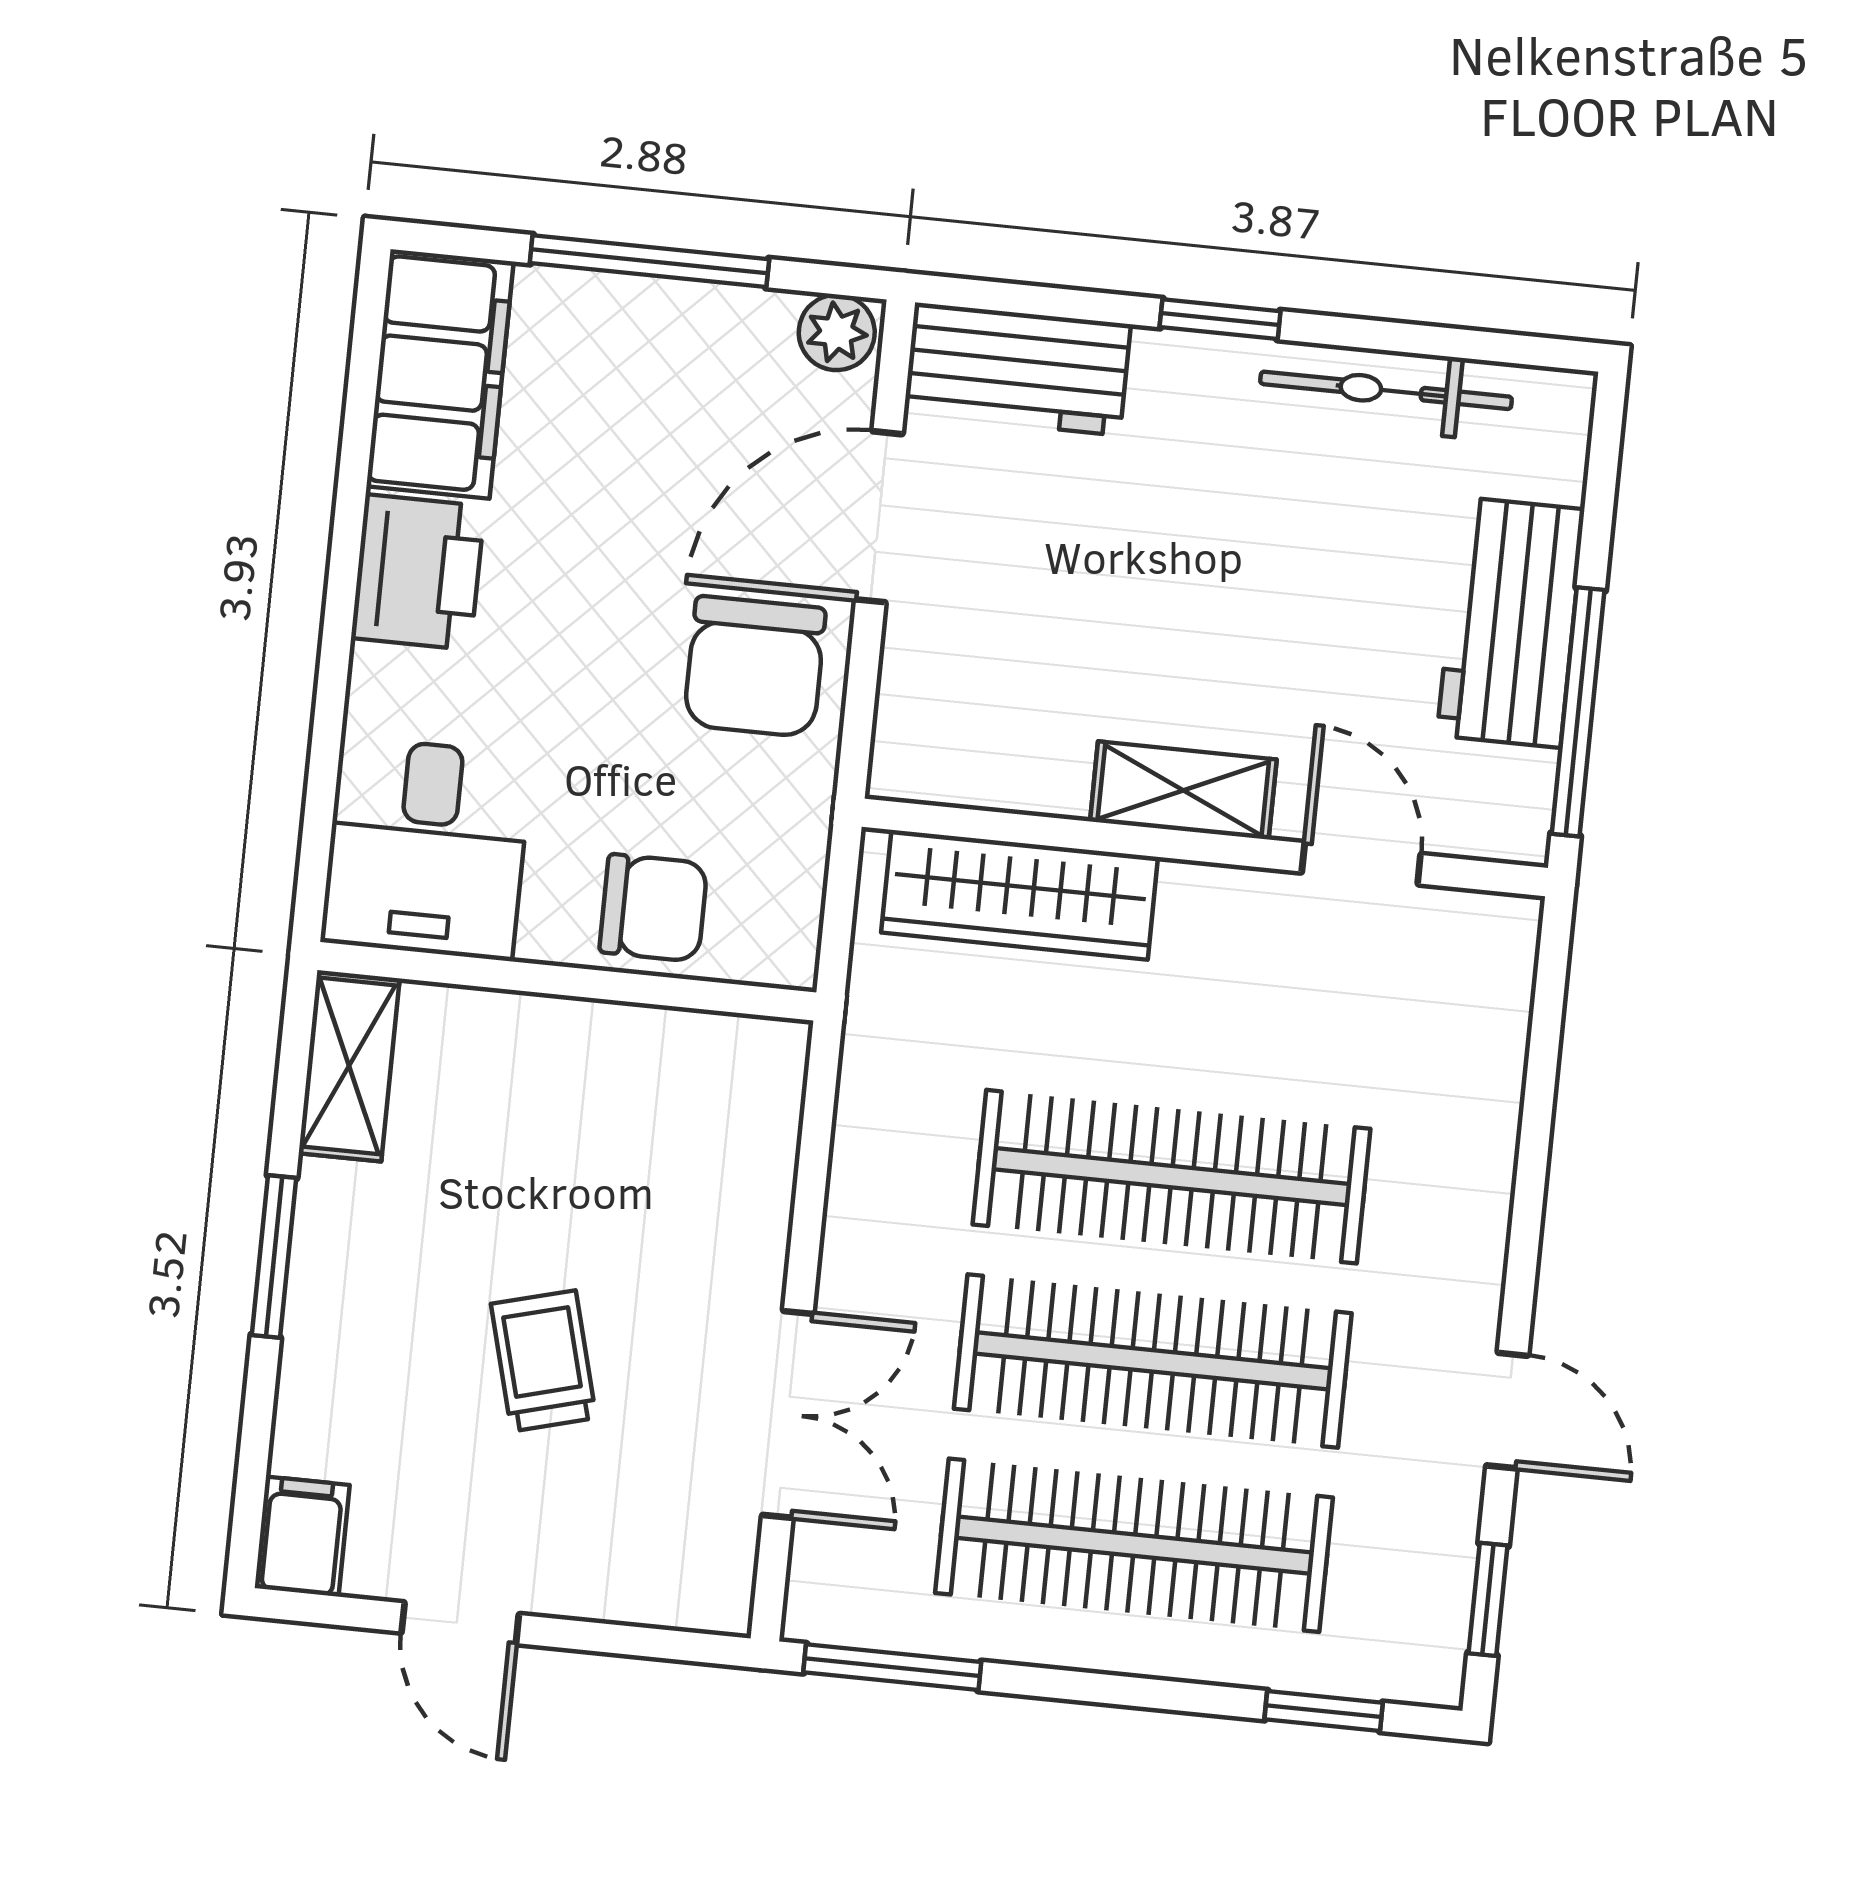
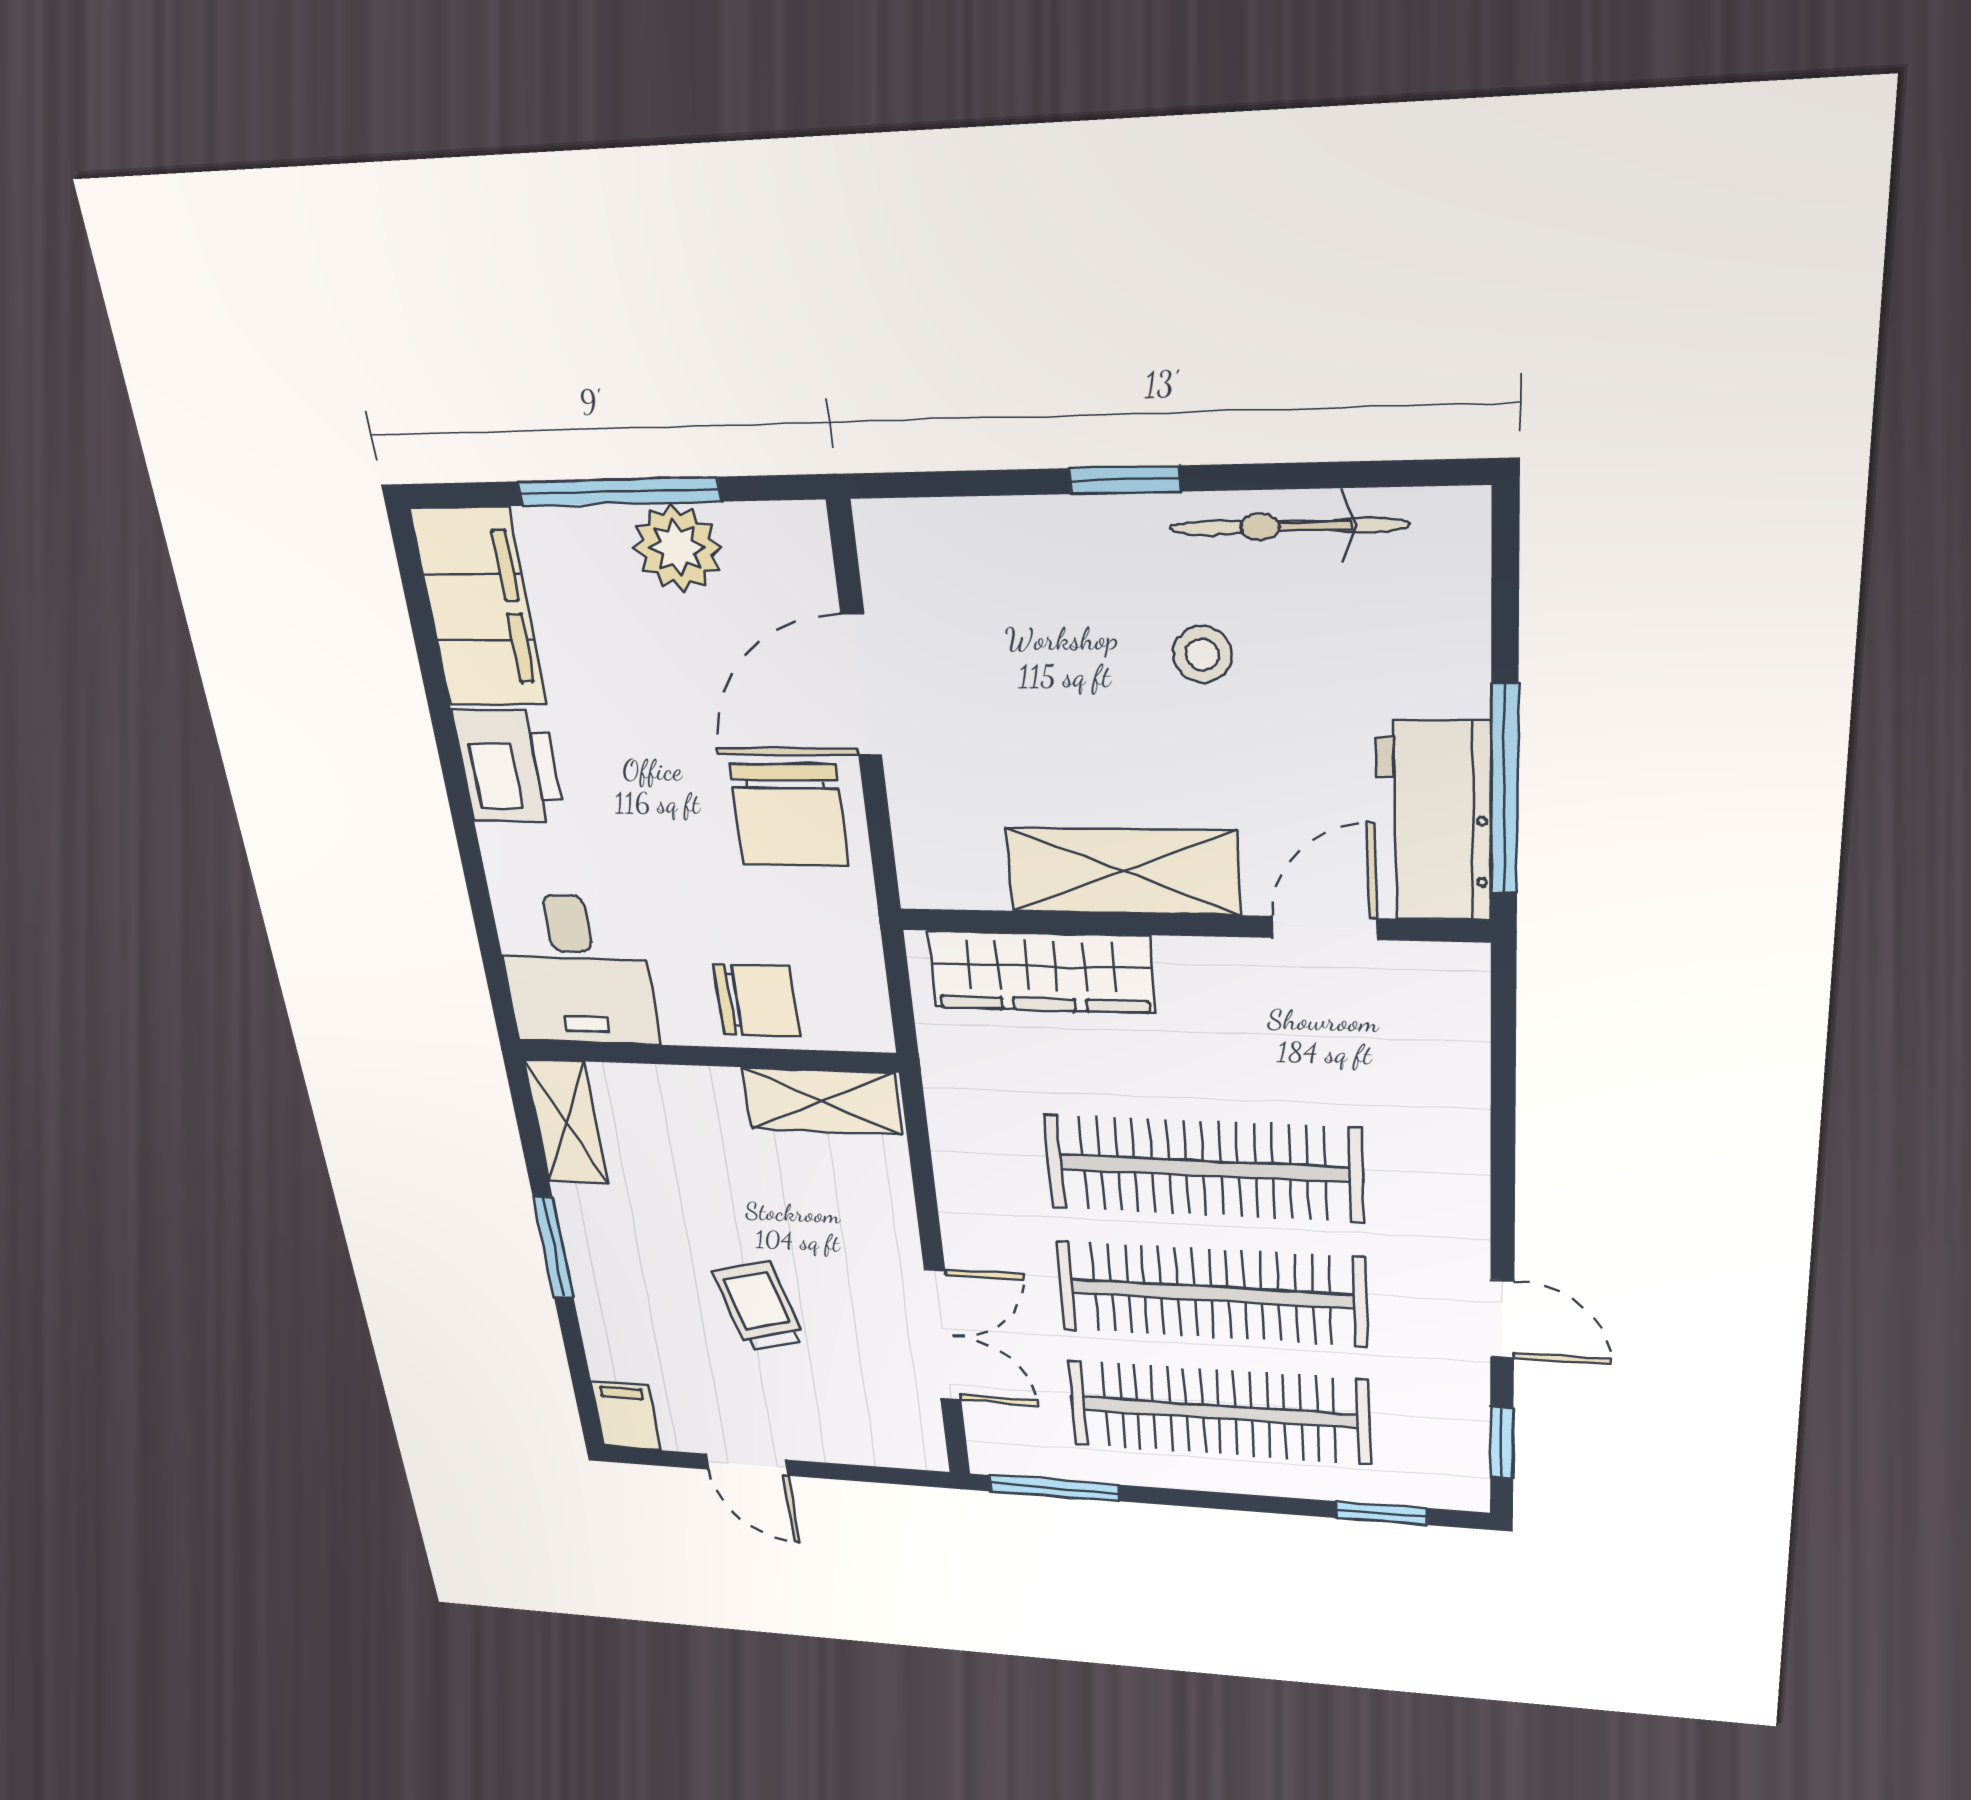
plant: (837, 332) -> (677, 548), moved, width x1.38, depth x1.38
workbench: (1017, 369) -> (952, 547), removed
stool: (1273, 522) -> (1202, 654), added
workbench: (1511, 622) -> (1434, 822), moved
shelving: (1183, 790) -> (1123, 871), width x1.50, depth x1.33
door: (1361, 863) -> (1324, 928), hinge flipped
shelving: (704, 1054) -> (822, 1101), added

